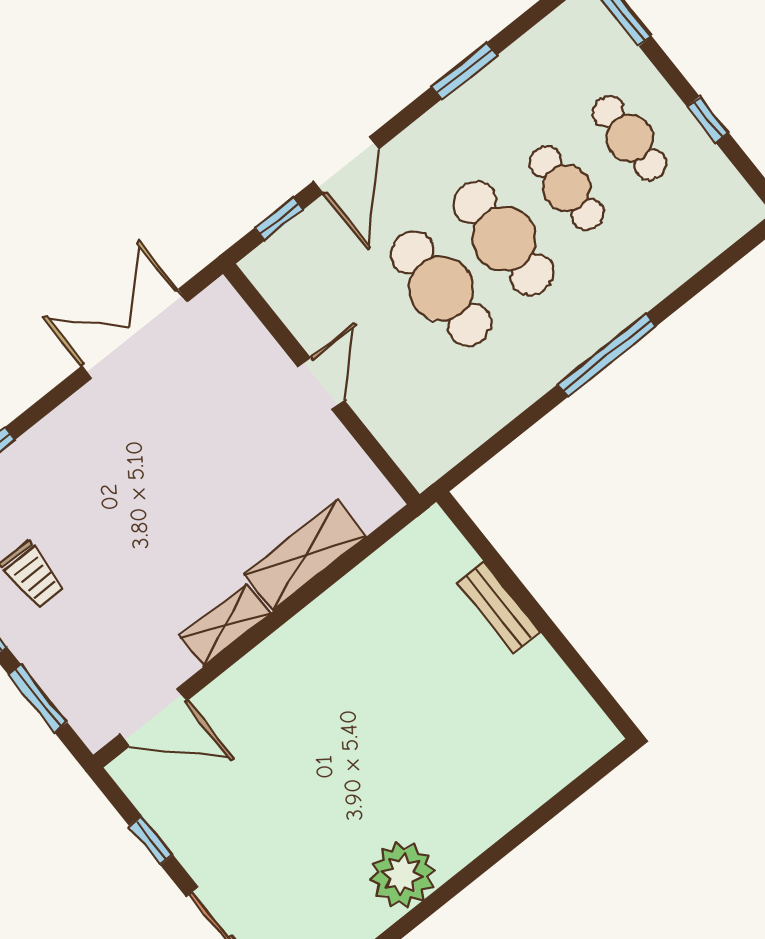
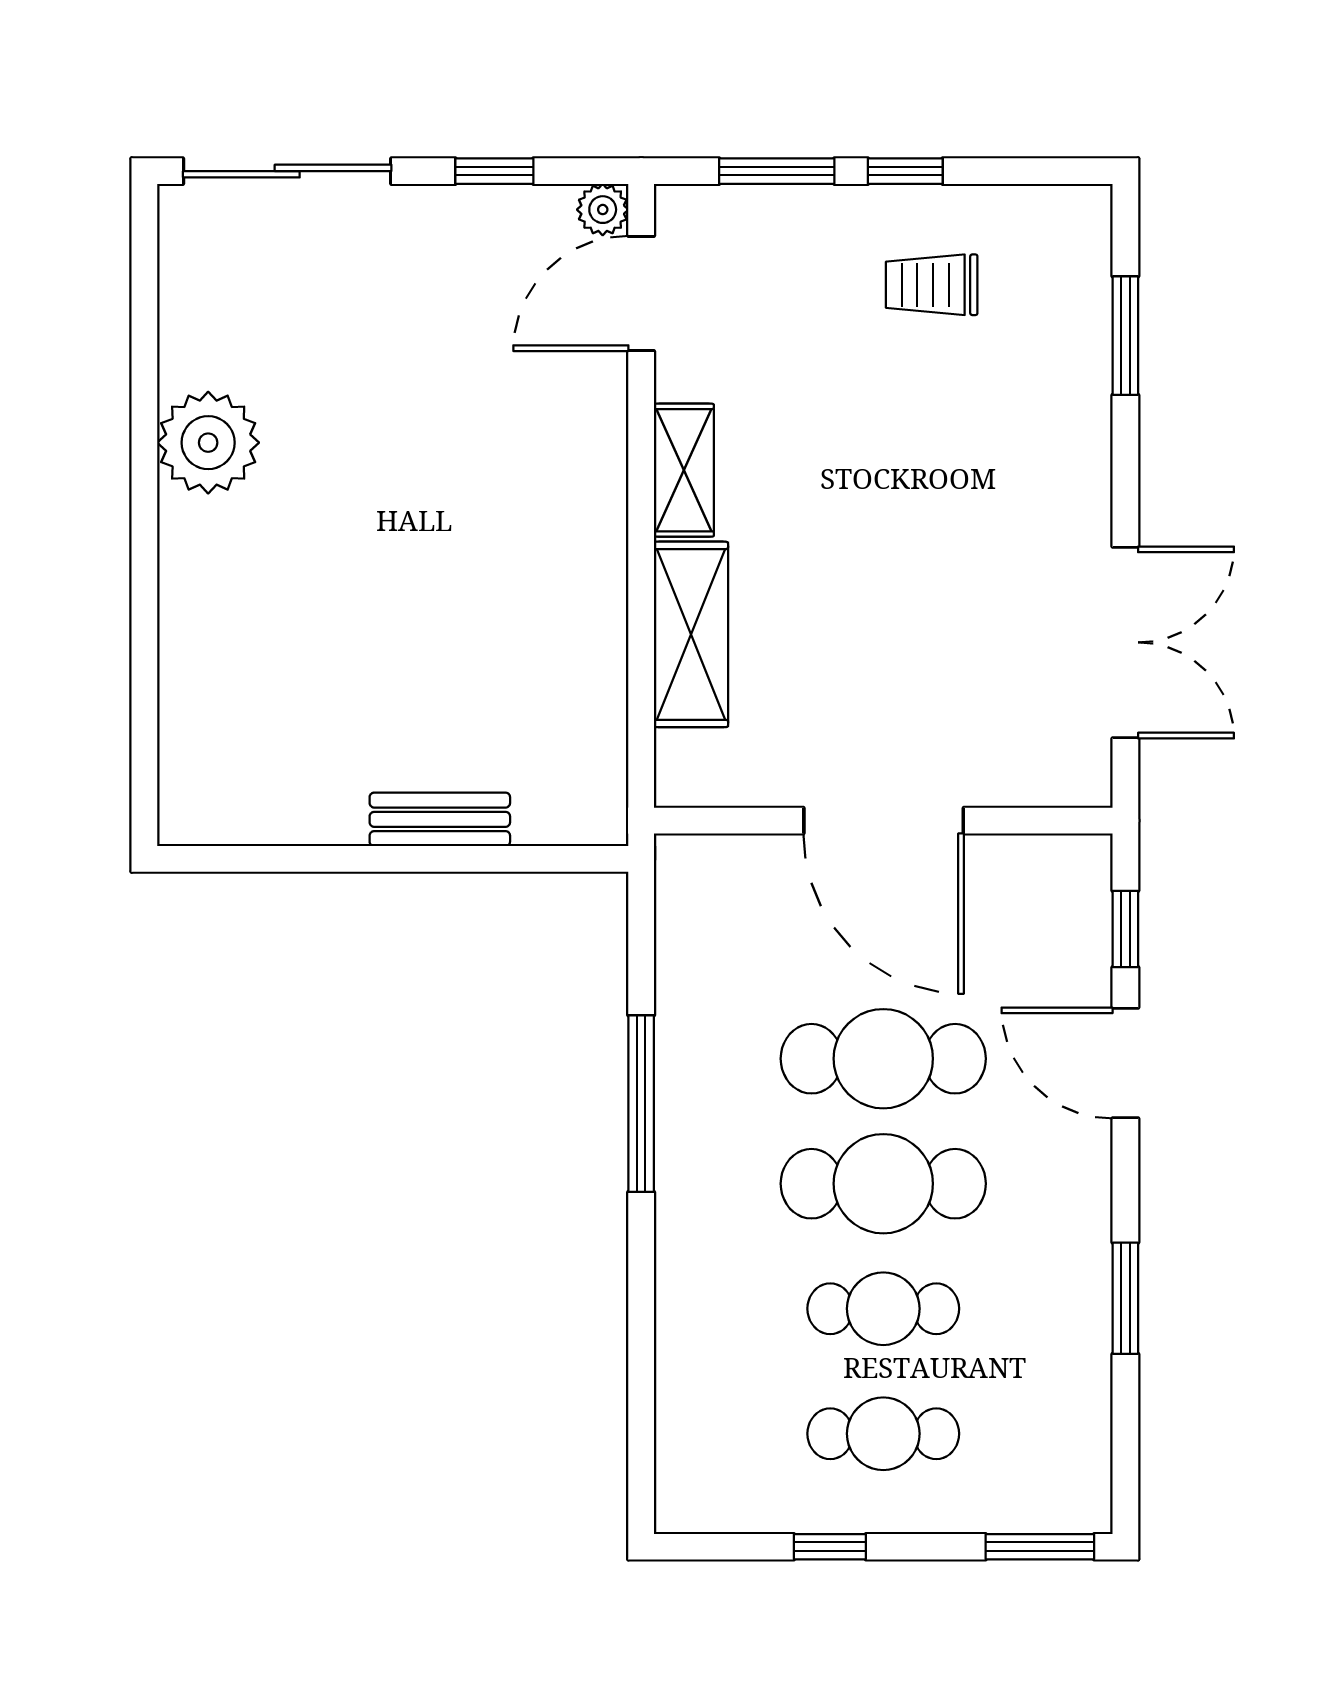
window: (607, 355) -> (641, 1104), moved
door: (321, 384) -> (884, 821), width x1.87
plant: (127, 770) -> (603, 210), added

